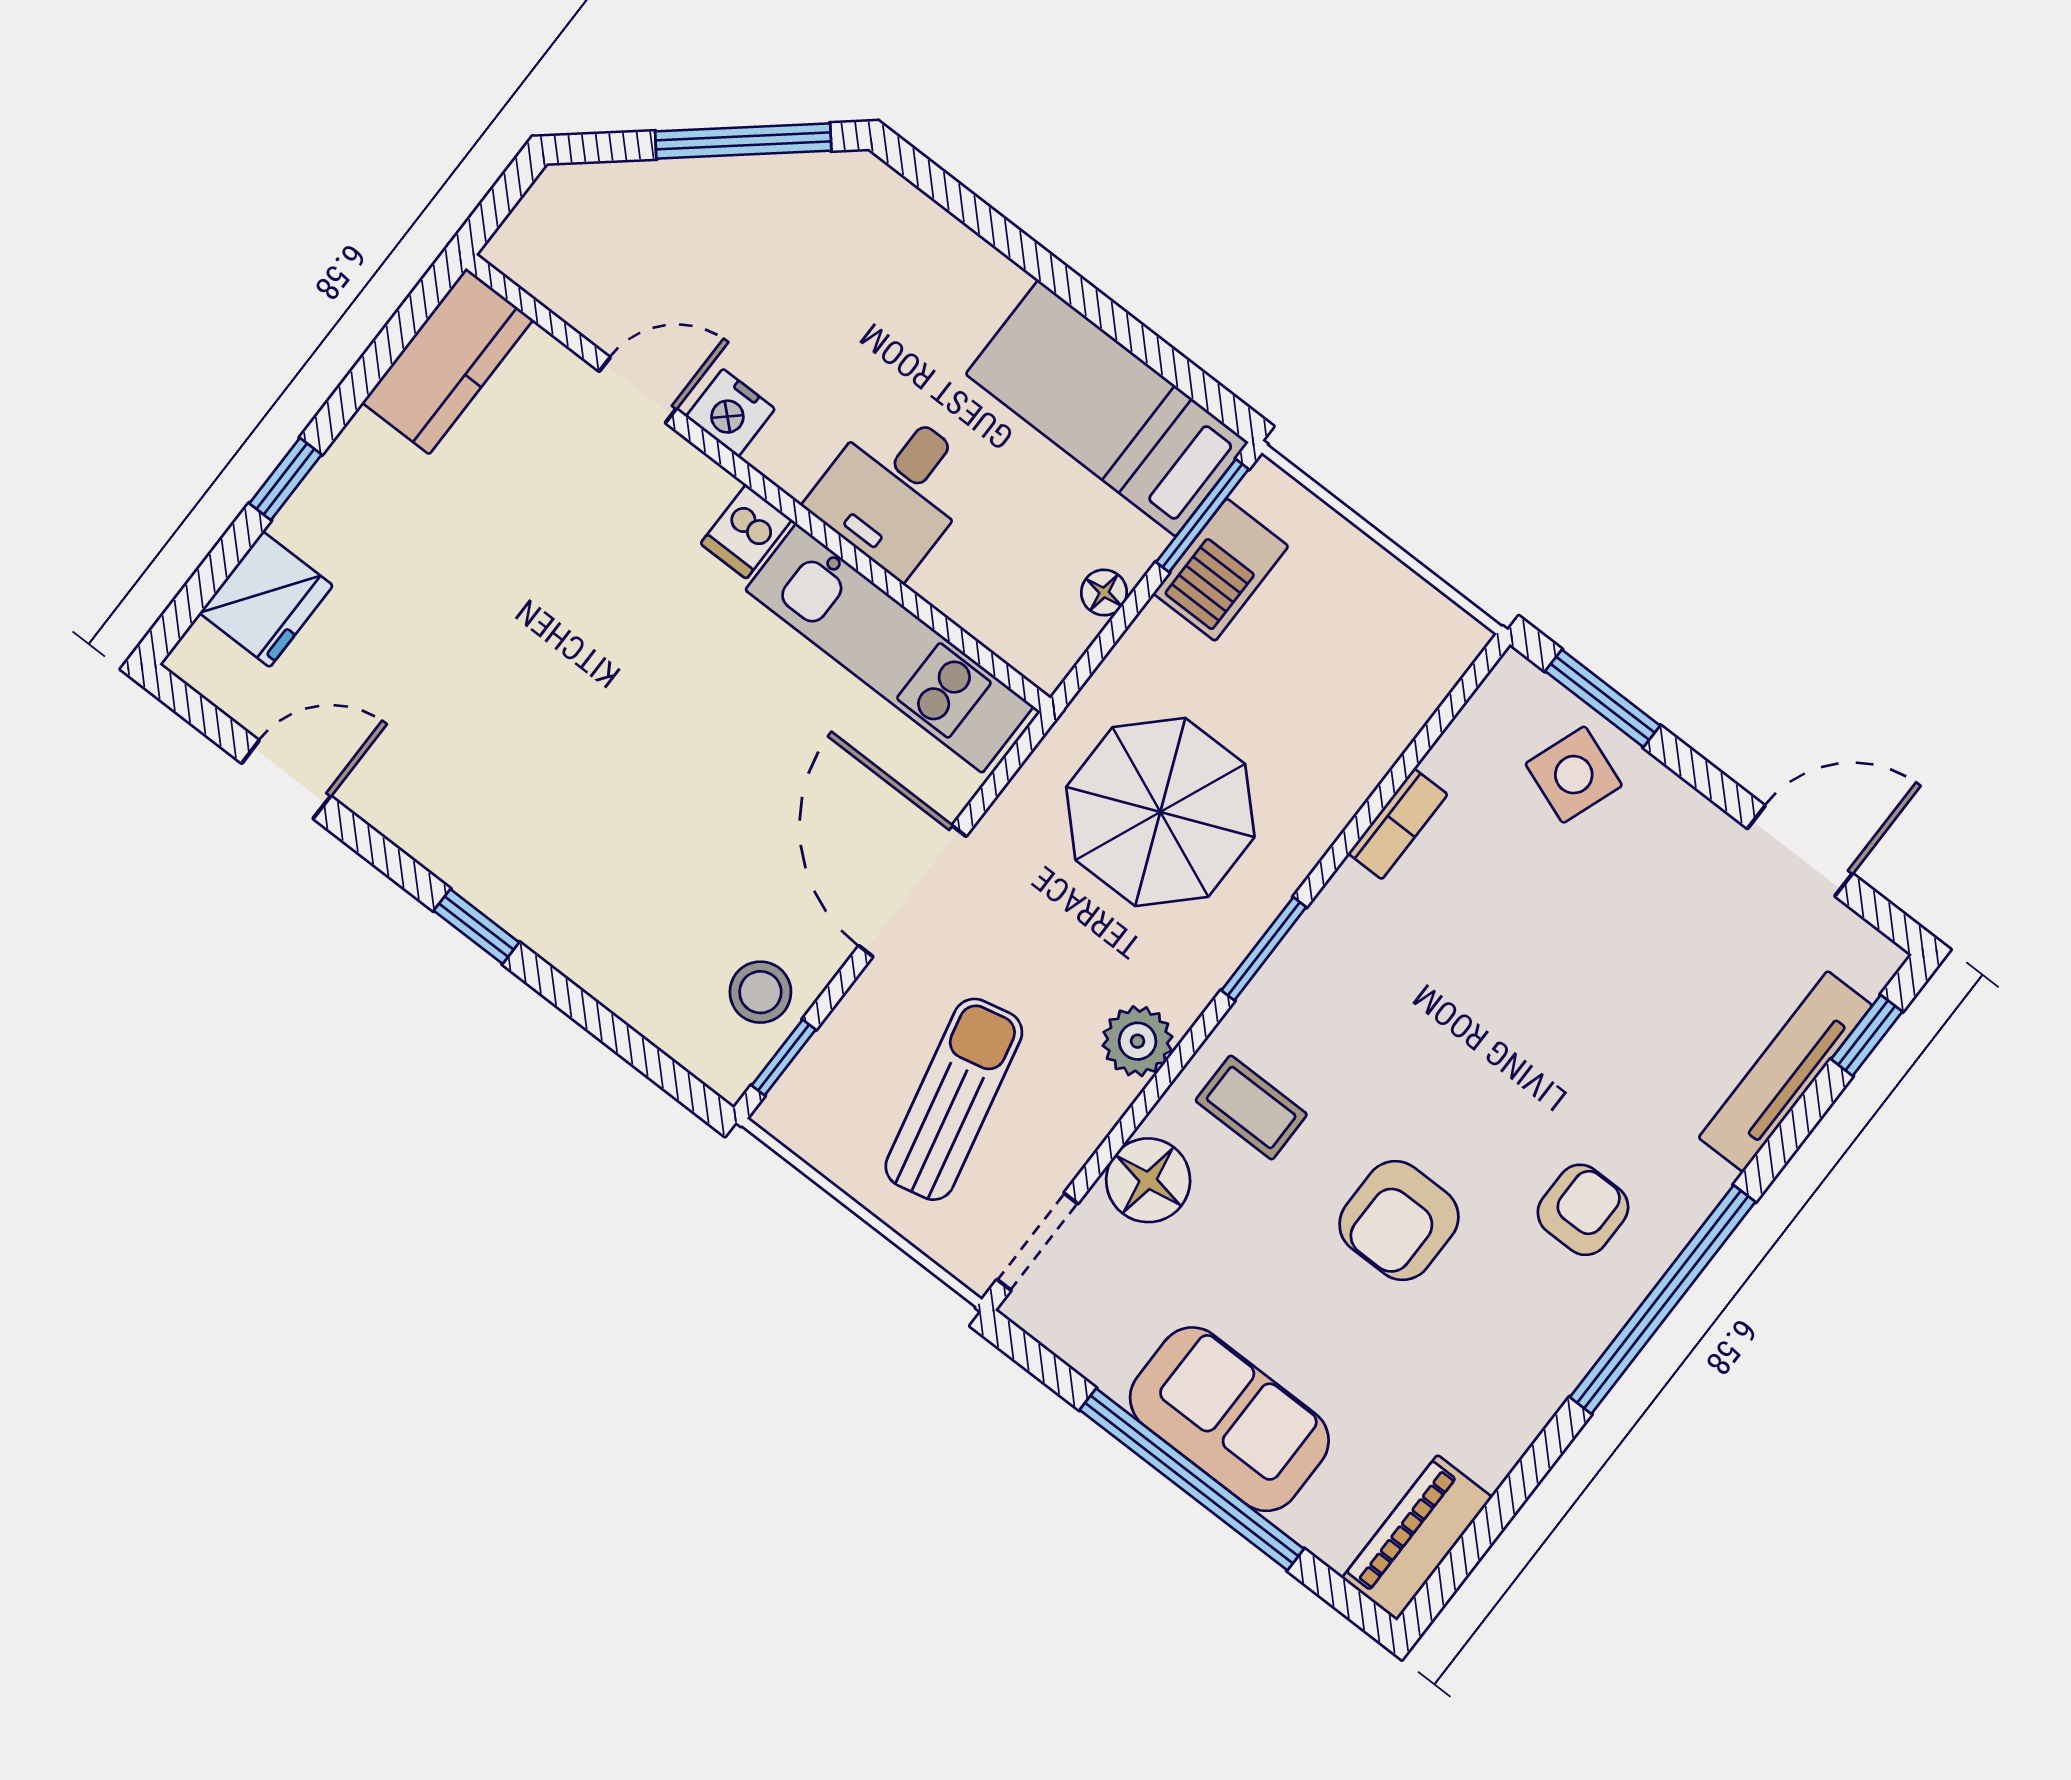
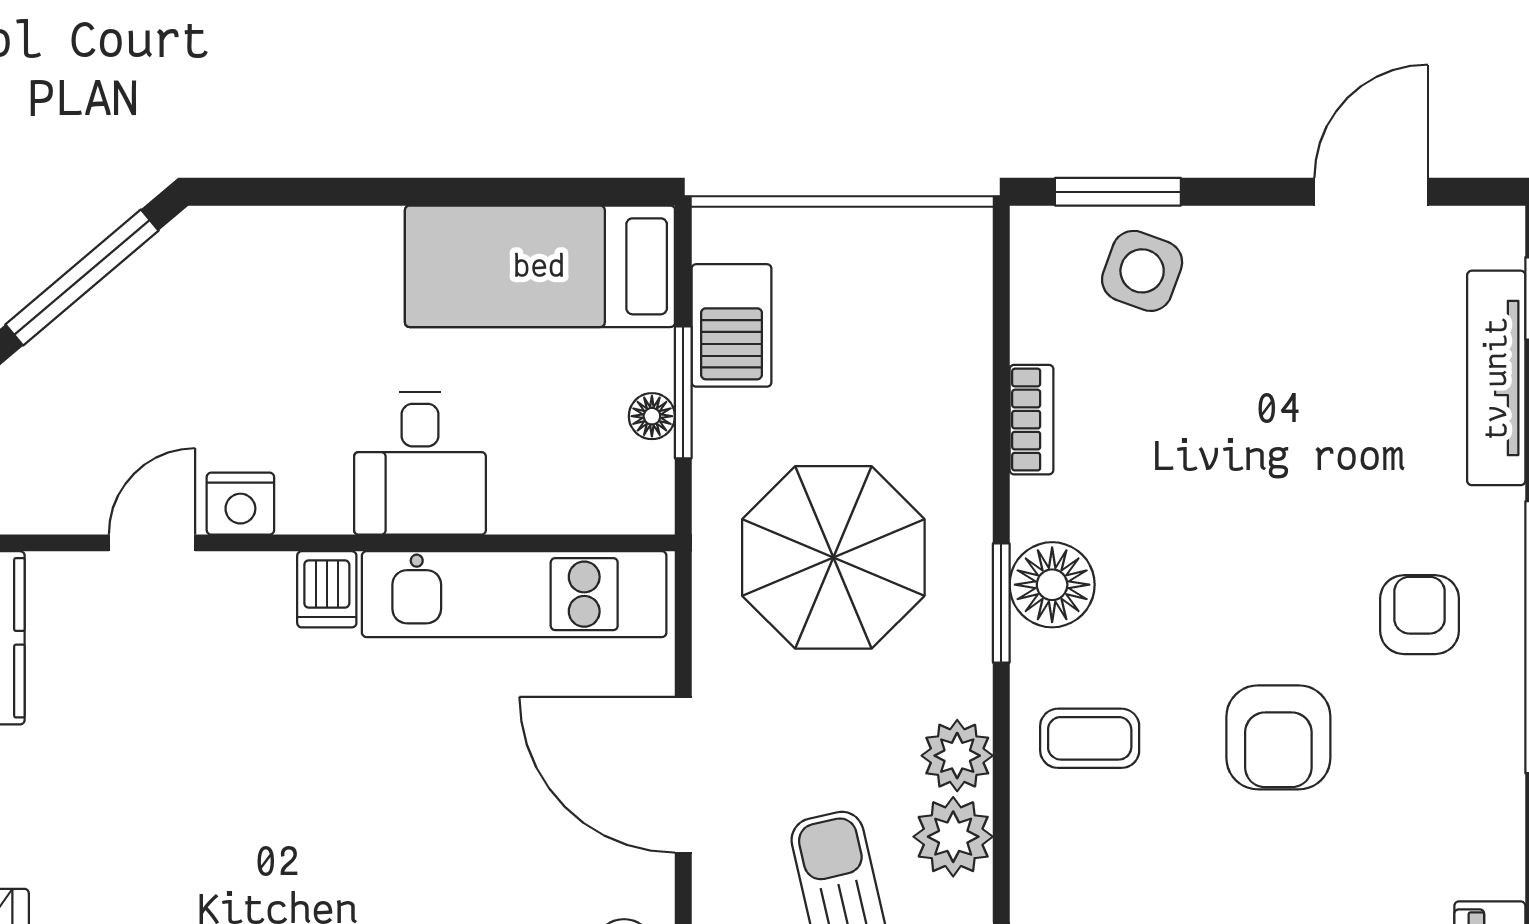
window: (1202, 516) -> (683, 392), moved
plant: (1085, 1102) -> (953, 837), added
floor lamp: (1148, 1180) -> (1052, 585), moved

